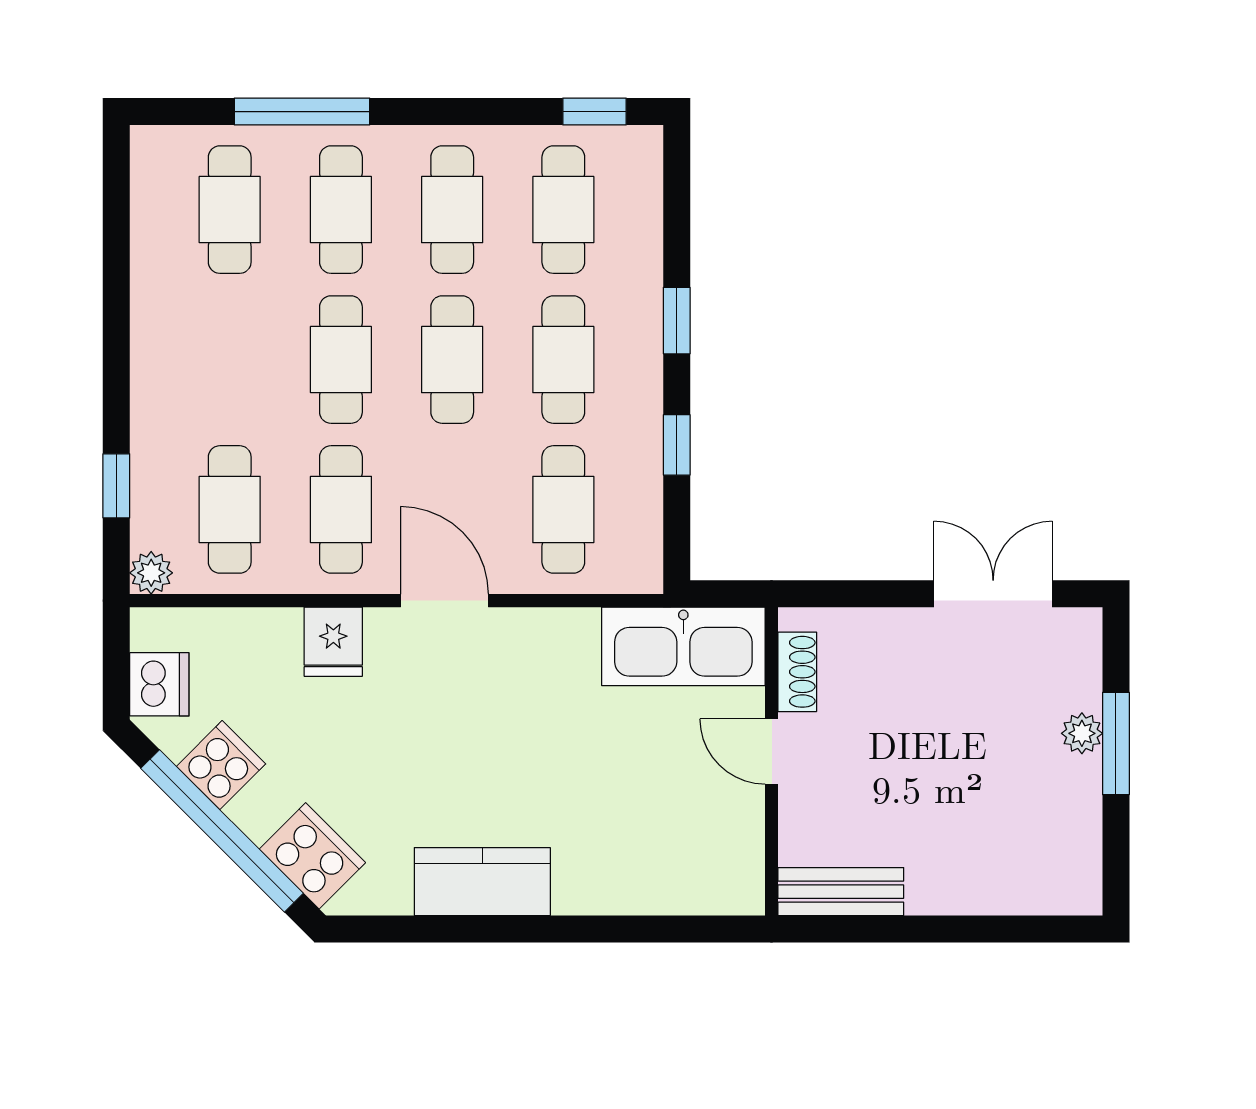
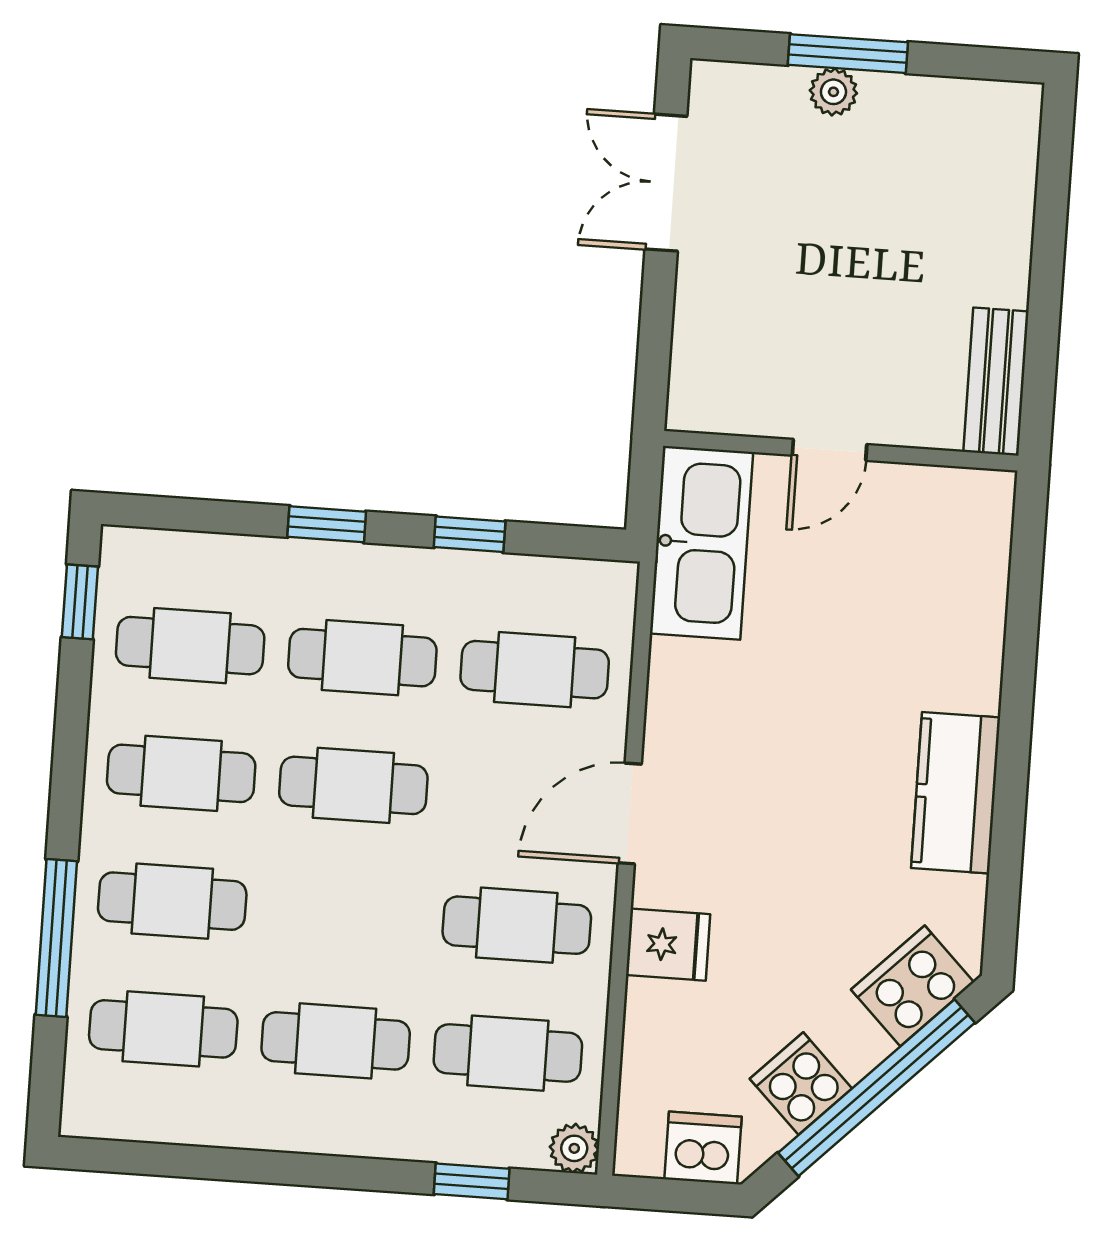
cafe table: (341, 360) -> (336, 1041), moved
shoe rack: (797, 672) -> (740, 414), removed

